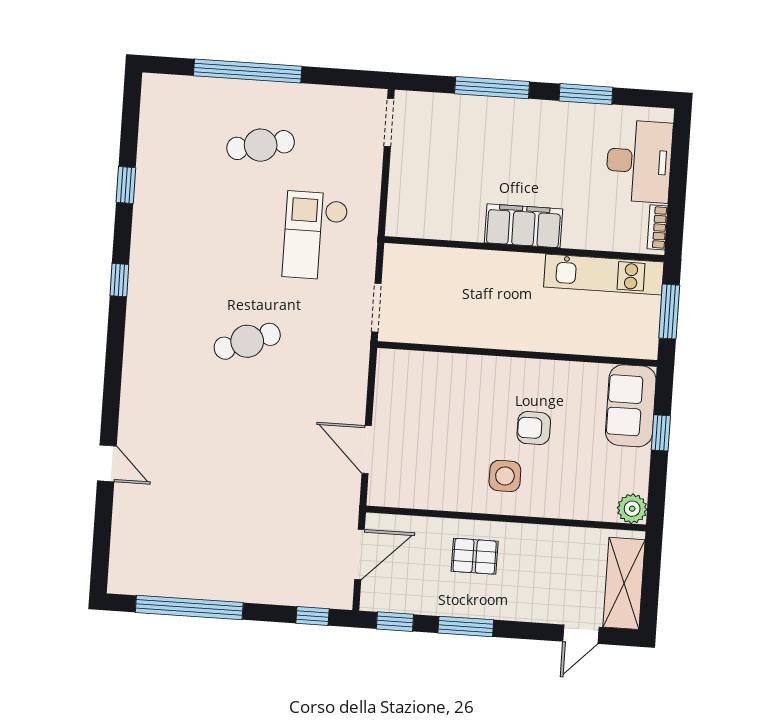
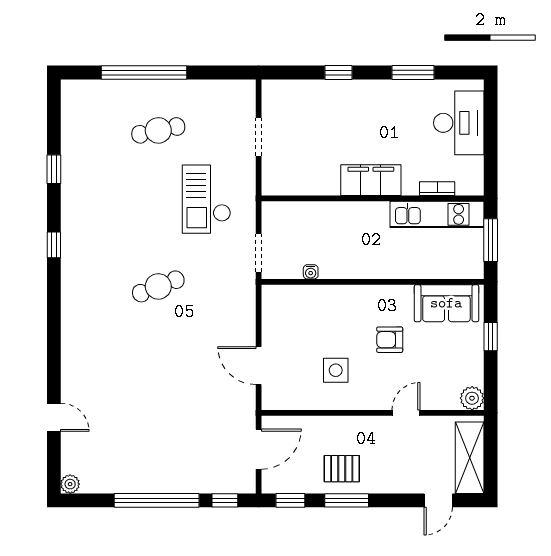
window: (492, 88) -> (338, 73), width x0.46
doorway: (389, 122) -> (259, 137), moved
bookcase: (657, 227) -> (437, 189), moved, turned 90
water cooler: (440, 336) -> (311, 272), added
sofa: (631, 406) -> (446, 303), moved, turned -90
door: (107, 463) -> (54, 417), moved
side table: (505, 476) -> (336, 370), moved
door: (548, 521) -> (406, 413), added
pallet: (475, 556) -> (342, 469), moved
plant: (119, 582) -> (70, 484), added
window: (189, 608) -> (157, 500), moved

